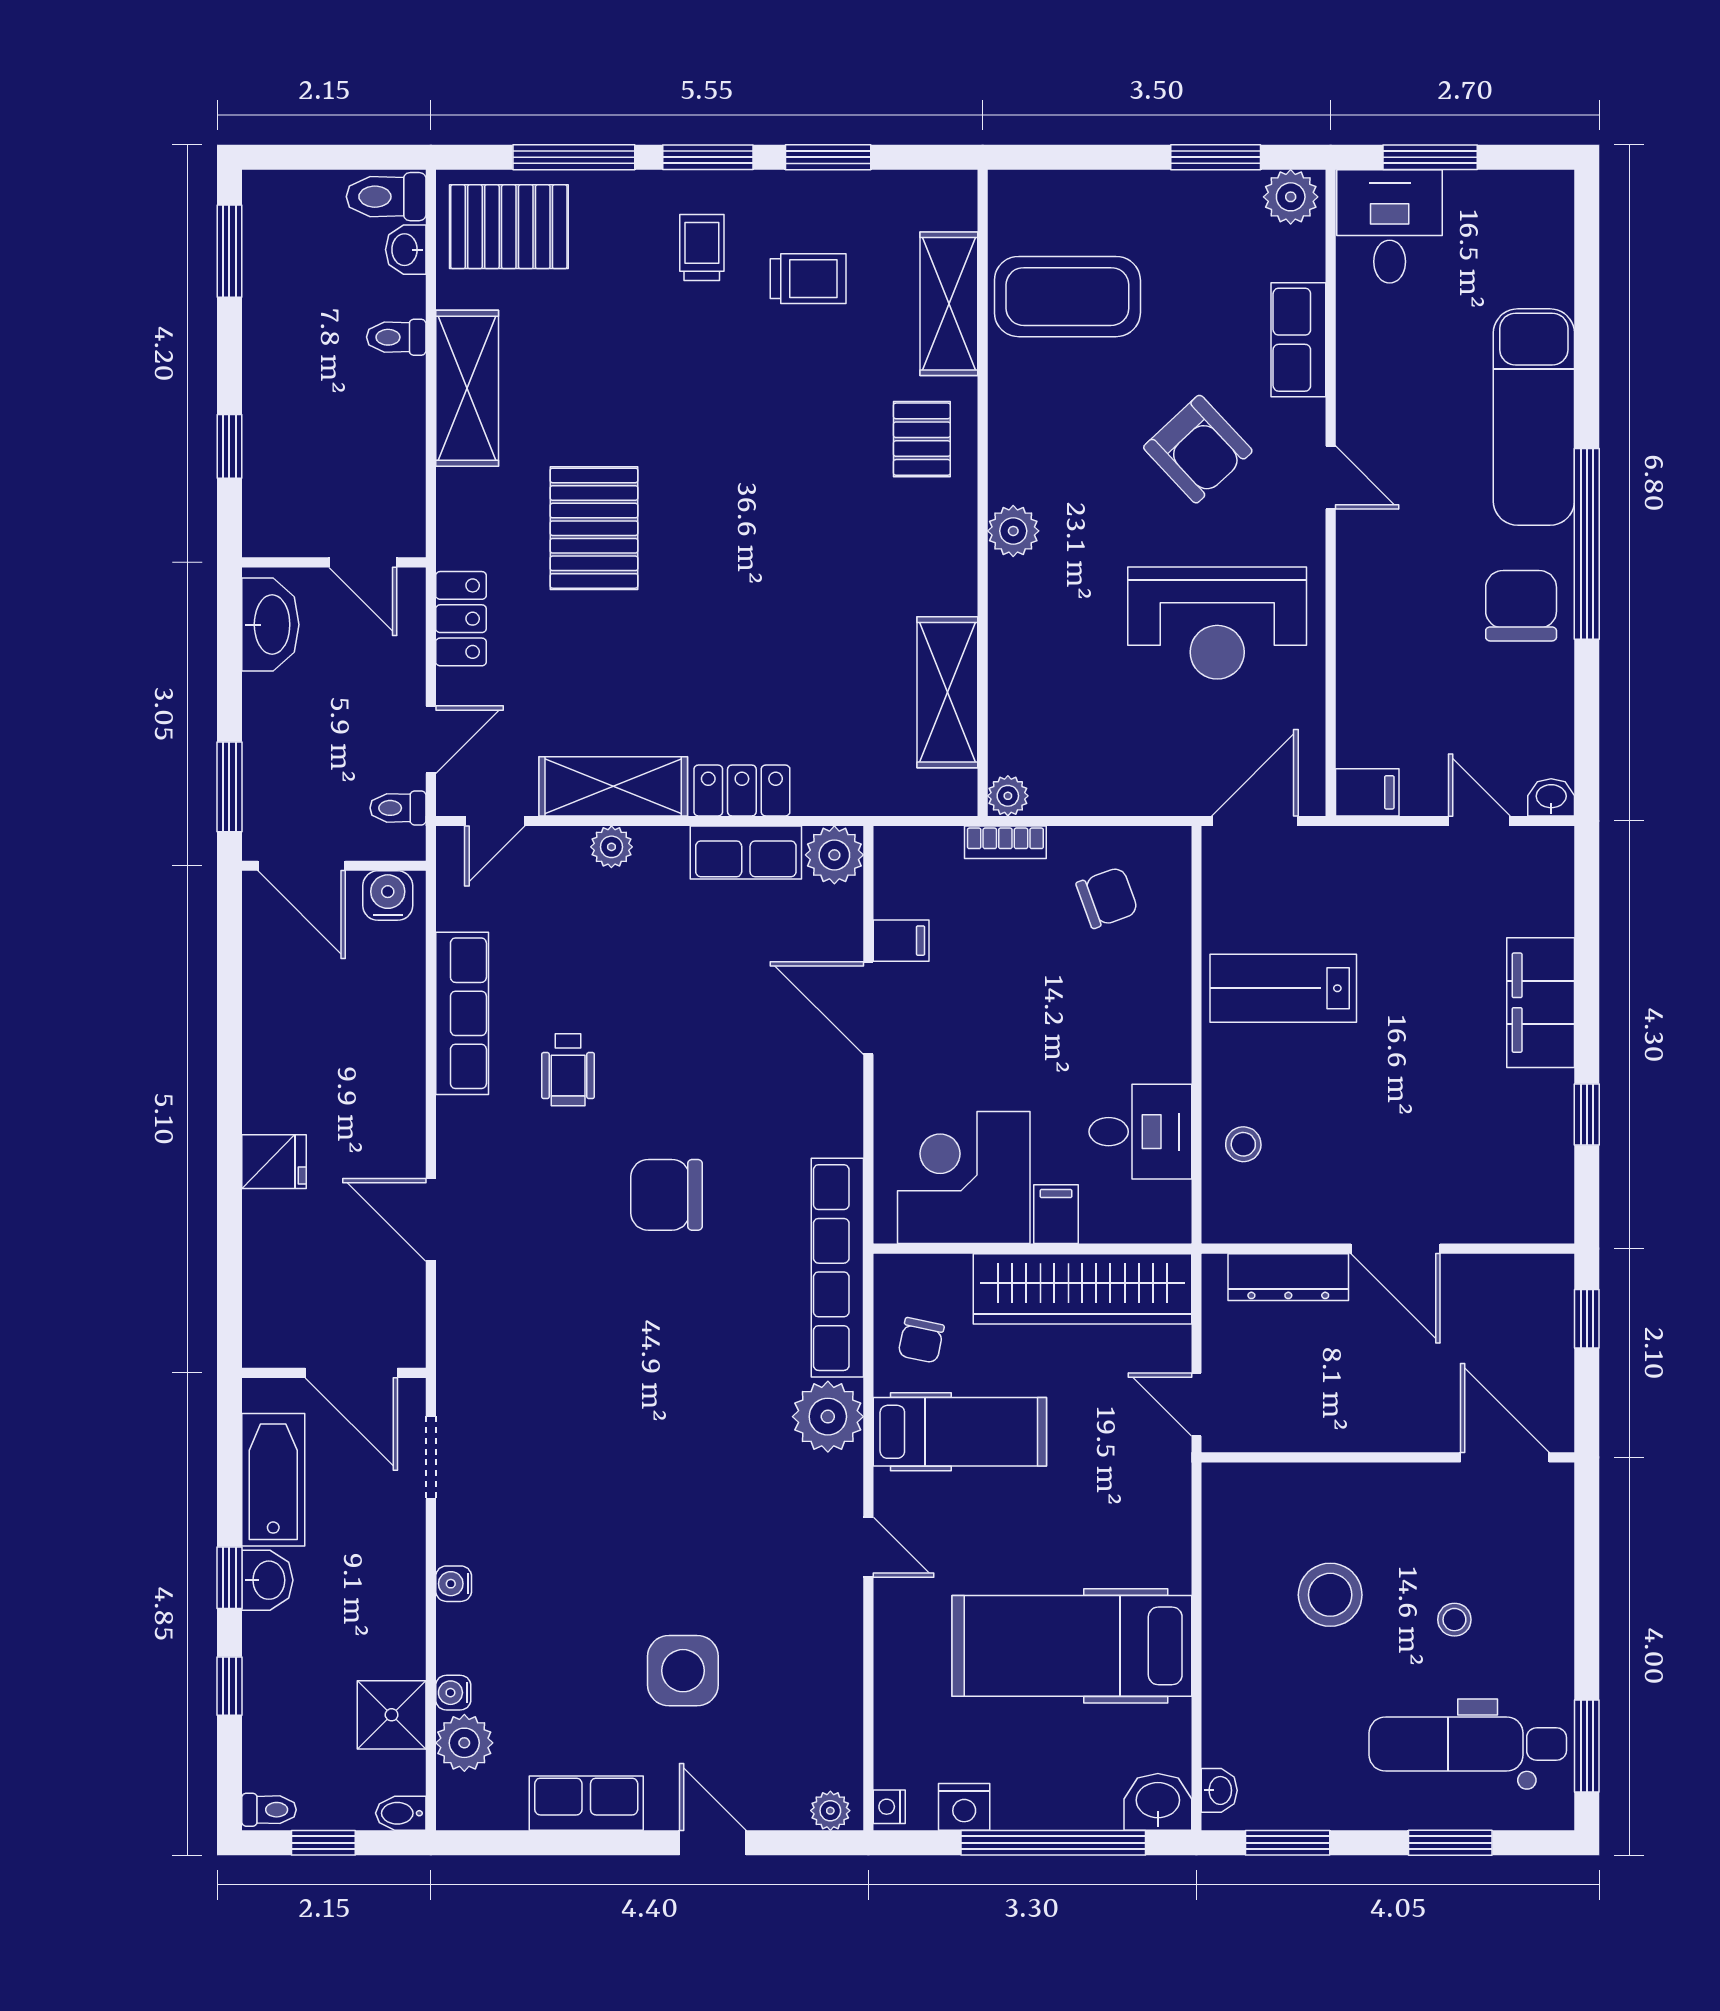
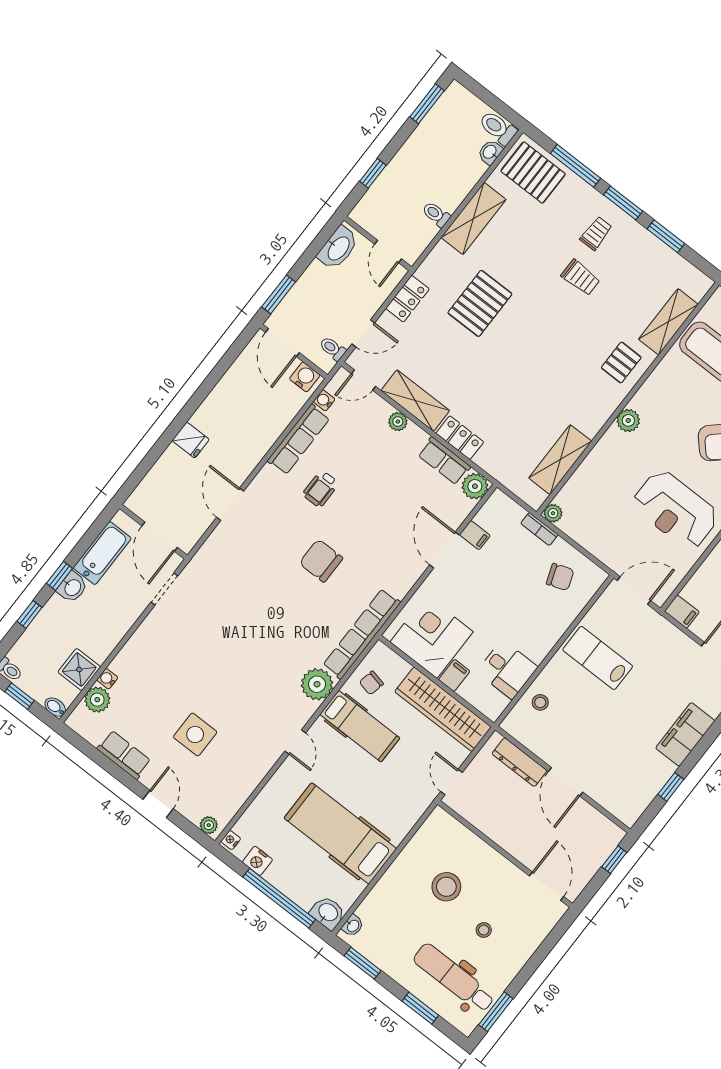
trolley: (808, 279) -> (581, 278), moved
toilet: (396, 337) -> (436, 214), moved
water cooler: (454, 1584) -> (324, 400), moved

